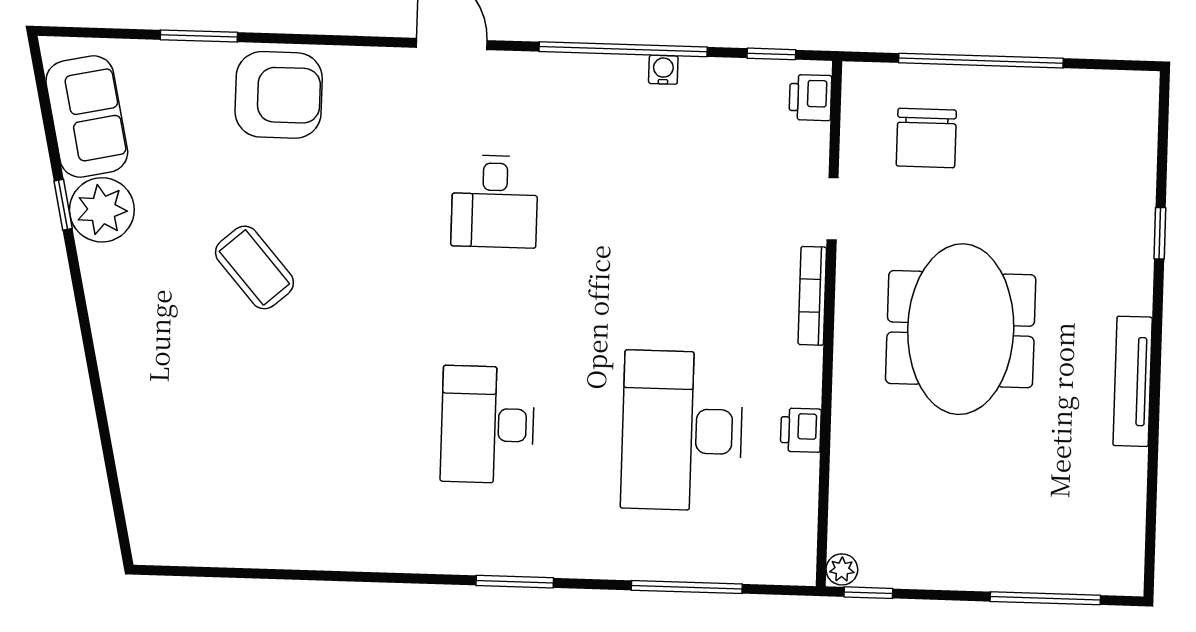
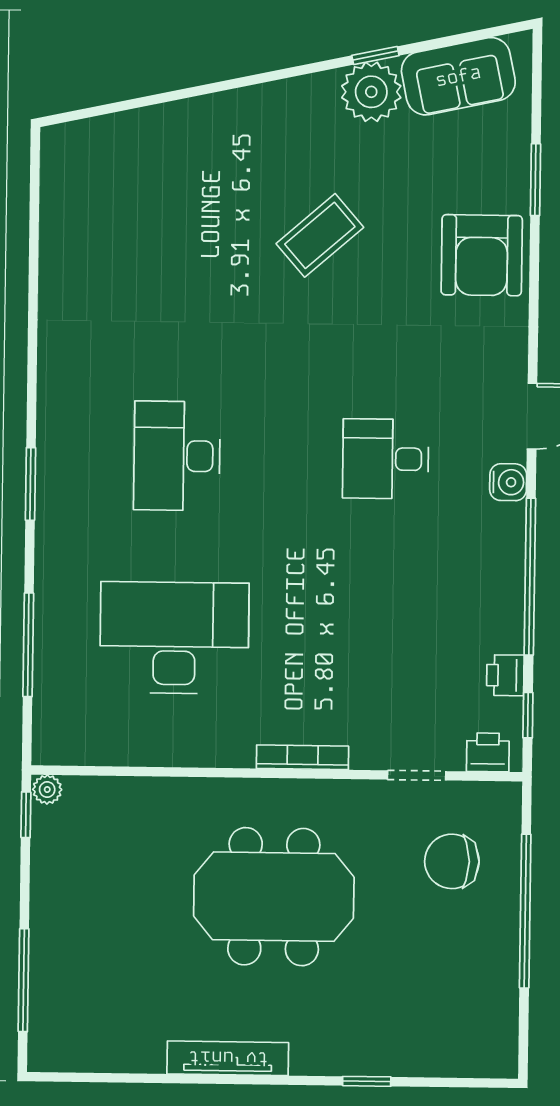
water cooler: (663, 70) -> (508, 482), moved, width x1.38, depth x1.38
doorway: (833, 209) -> (417, 775), moved
desk: (488, 425) -> (177, 456), turned -90
printer: (801, 430) -> (505, 675), moved, turned -90

